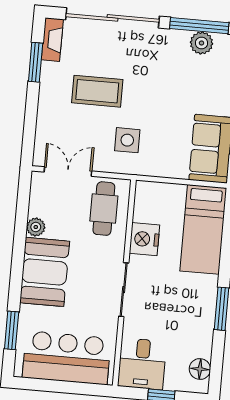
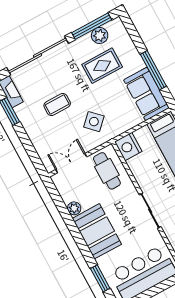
rug: (181, 81) -> (102, 66), added
coffee table: (97, 91) -> (57, 105), width x0.73, depth x0.77
side table: (127, 140) -> (94, 122), turned 45
nightstand: (144, 239) -> (128, 147), moved

